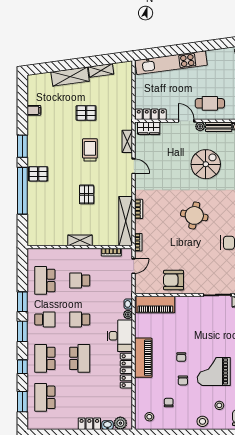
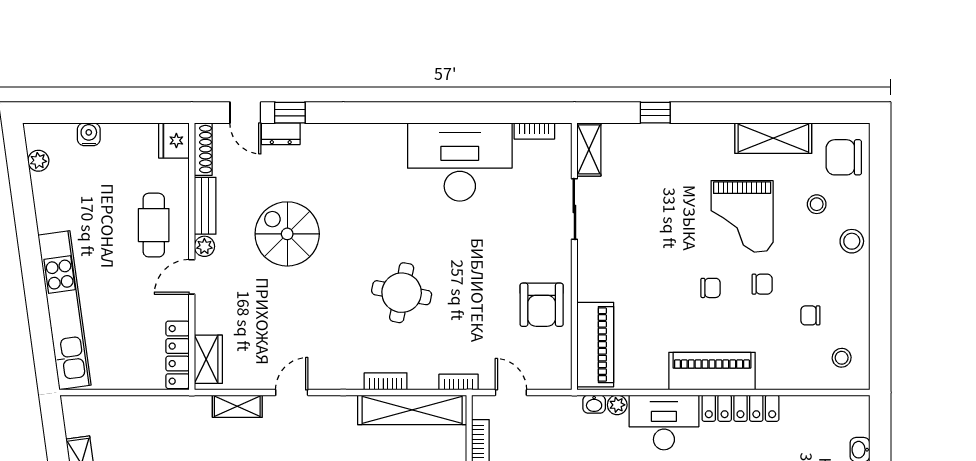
round table: (194, 215) -> (402, 293), moved
plant: (120, 423) -> (856, 421), removed

